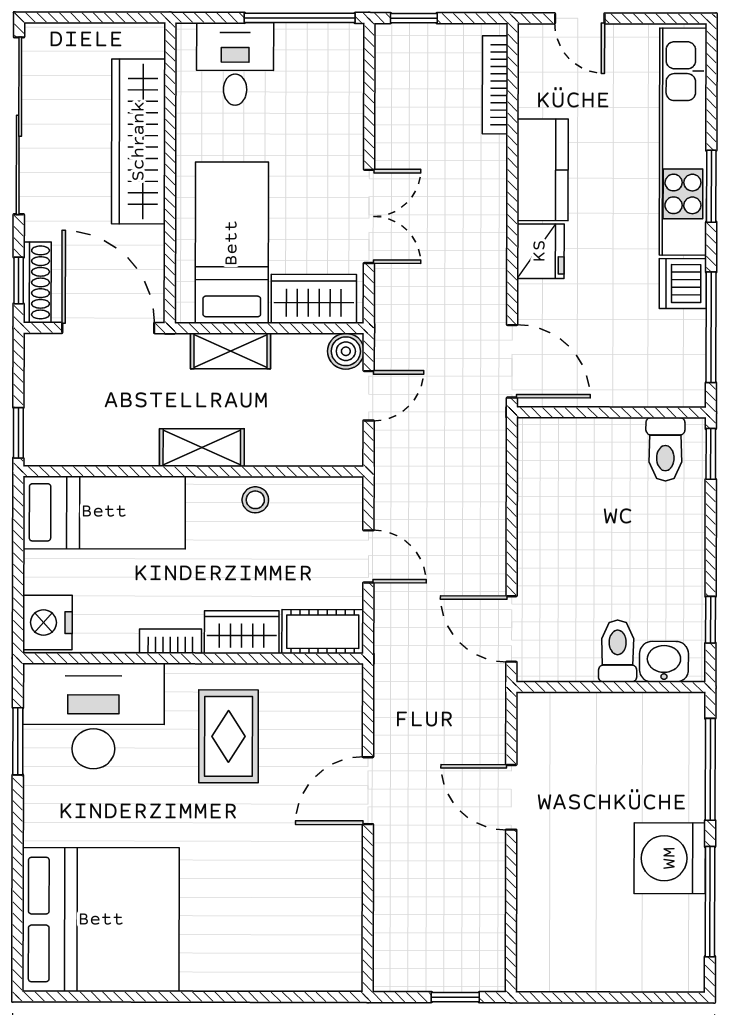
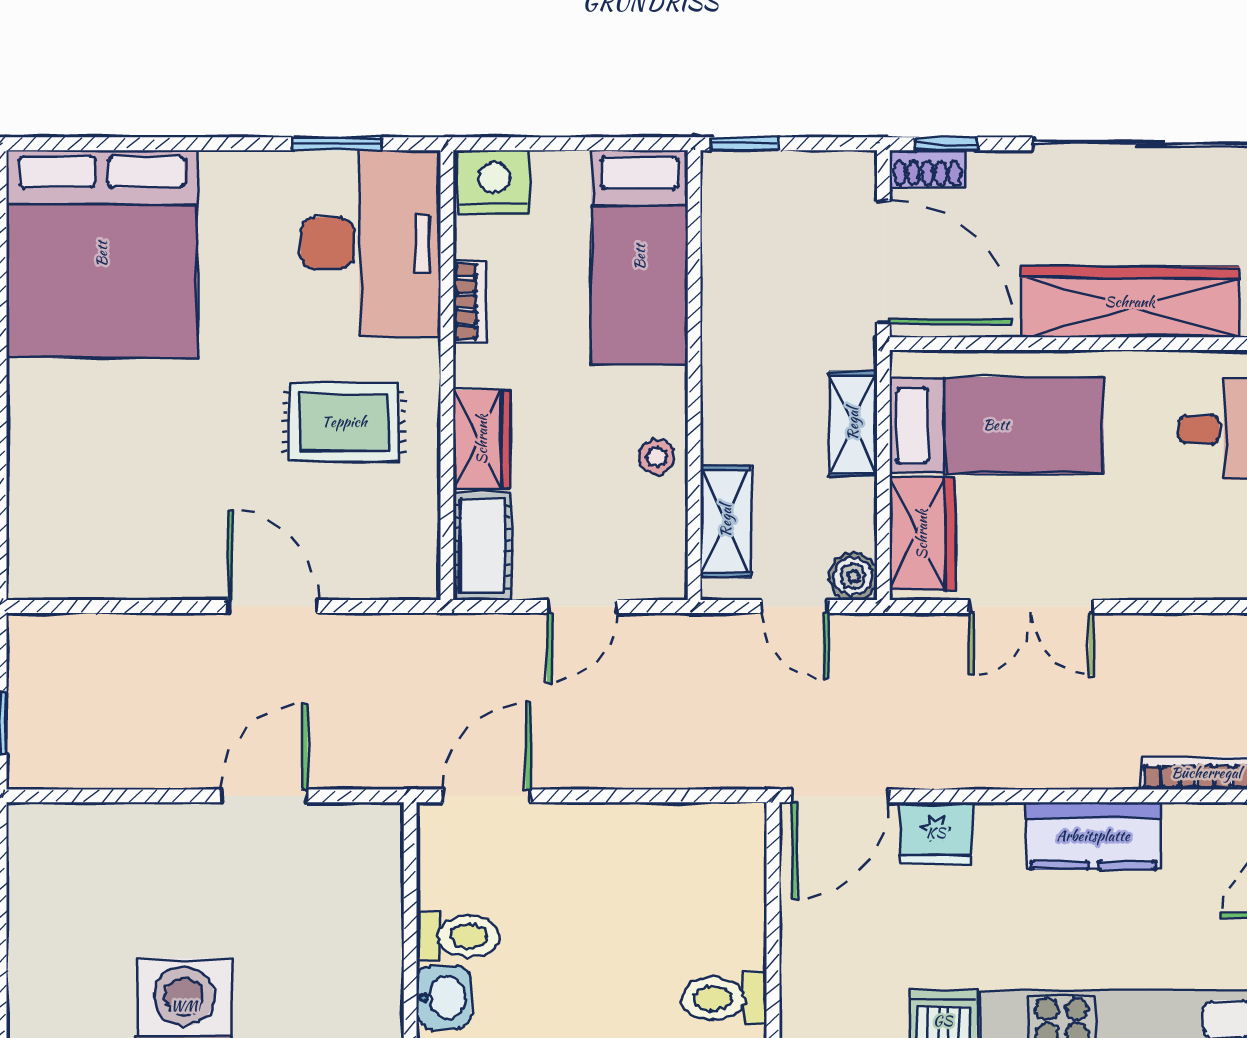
fridge: (540, 251) -> (936, 833), moved
shoe rack: (37, 282) -> (927, 168), width x0.70
door: (108, 328) -> (883, 262), hinge flipped
shelving: (202, 448) -> (726, 521), moved
bookcase: (170, 641) -> (470, 301), moved

